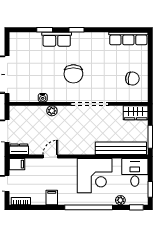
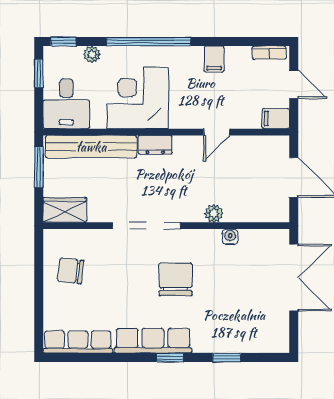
row of seats: (57, 39) -> (153, 341), moved, width x1.48
dresser: (19, 149) -> (155, 145), moved

